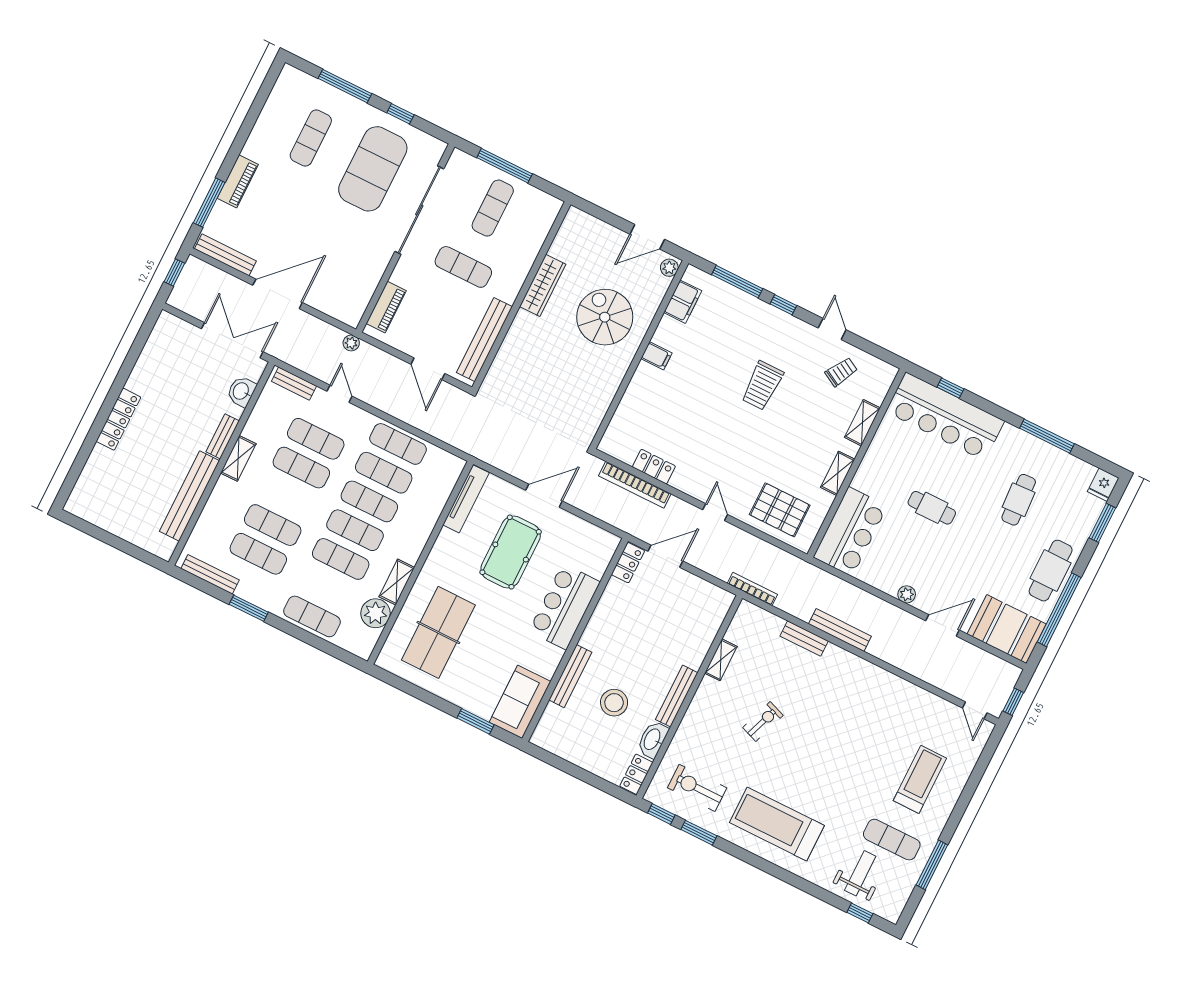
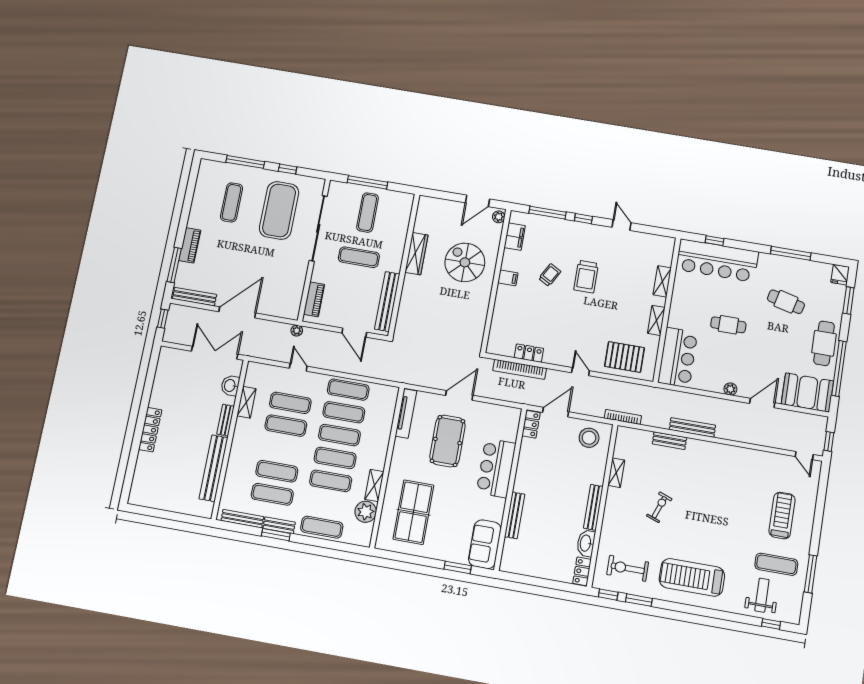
trolley: (841, 372) -> (550, 275), moved
bench: (294, 384) -> (279, 525), moved
shelving: (238, 458) -> (246, 402), moved
cafe table: (1019, 500) -> (786, 302), turned -73
stool: (614, 703) -> (589, 438), moved

